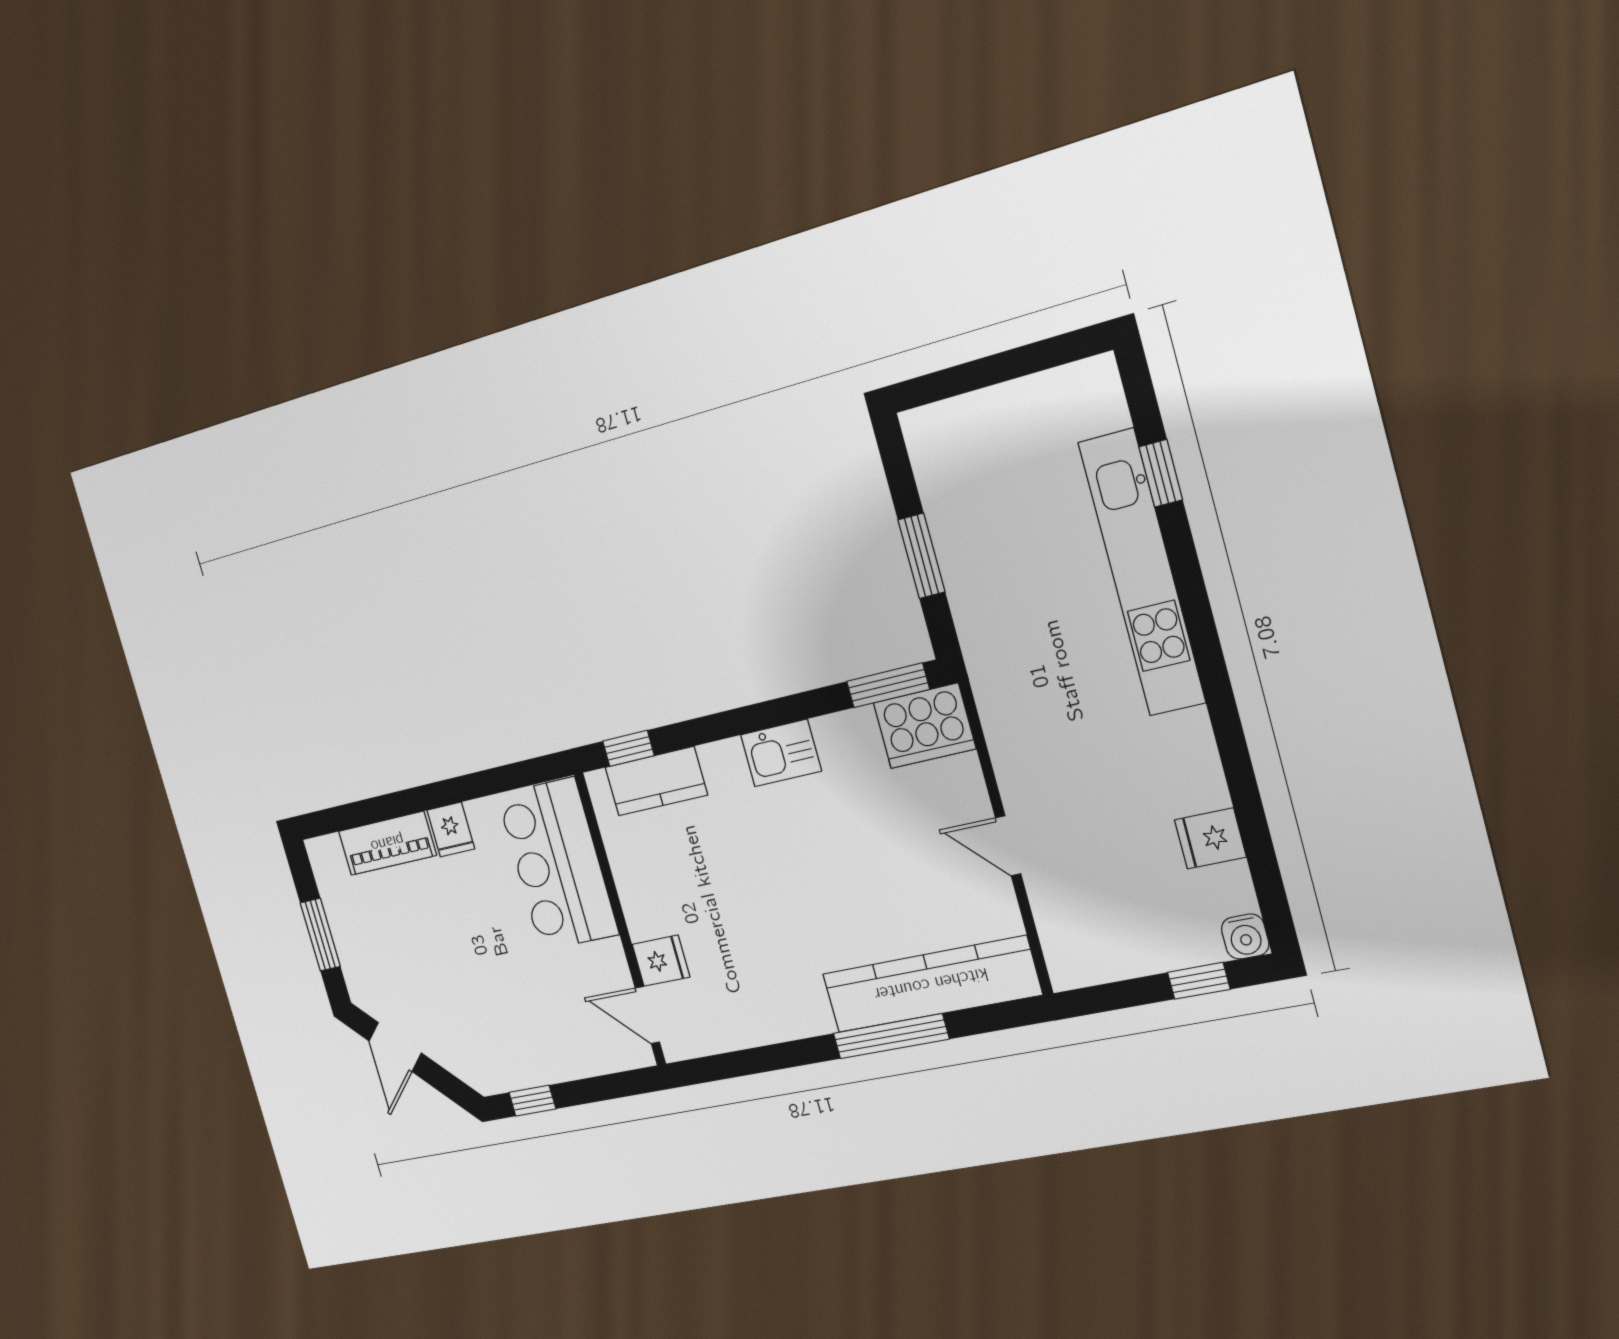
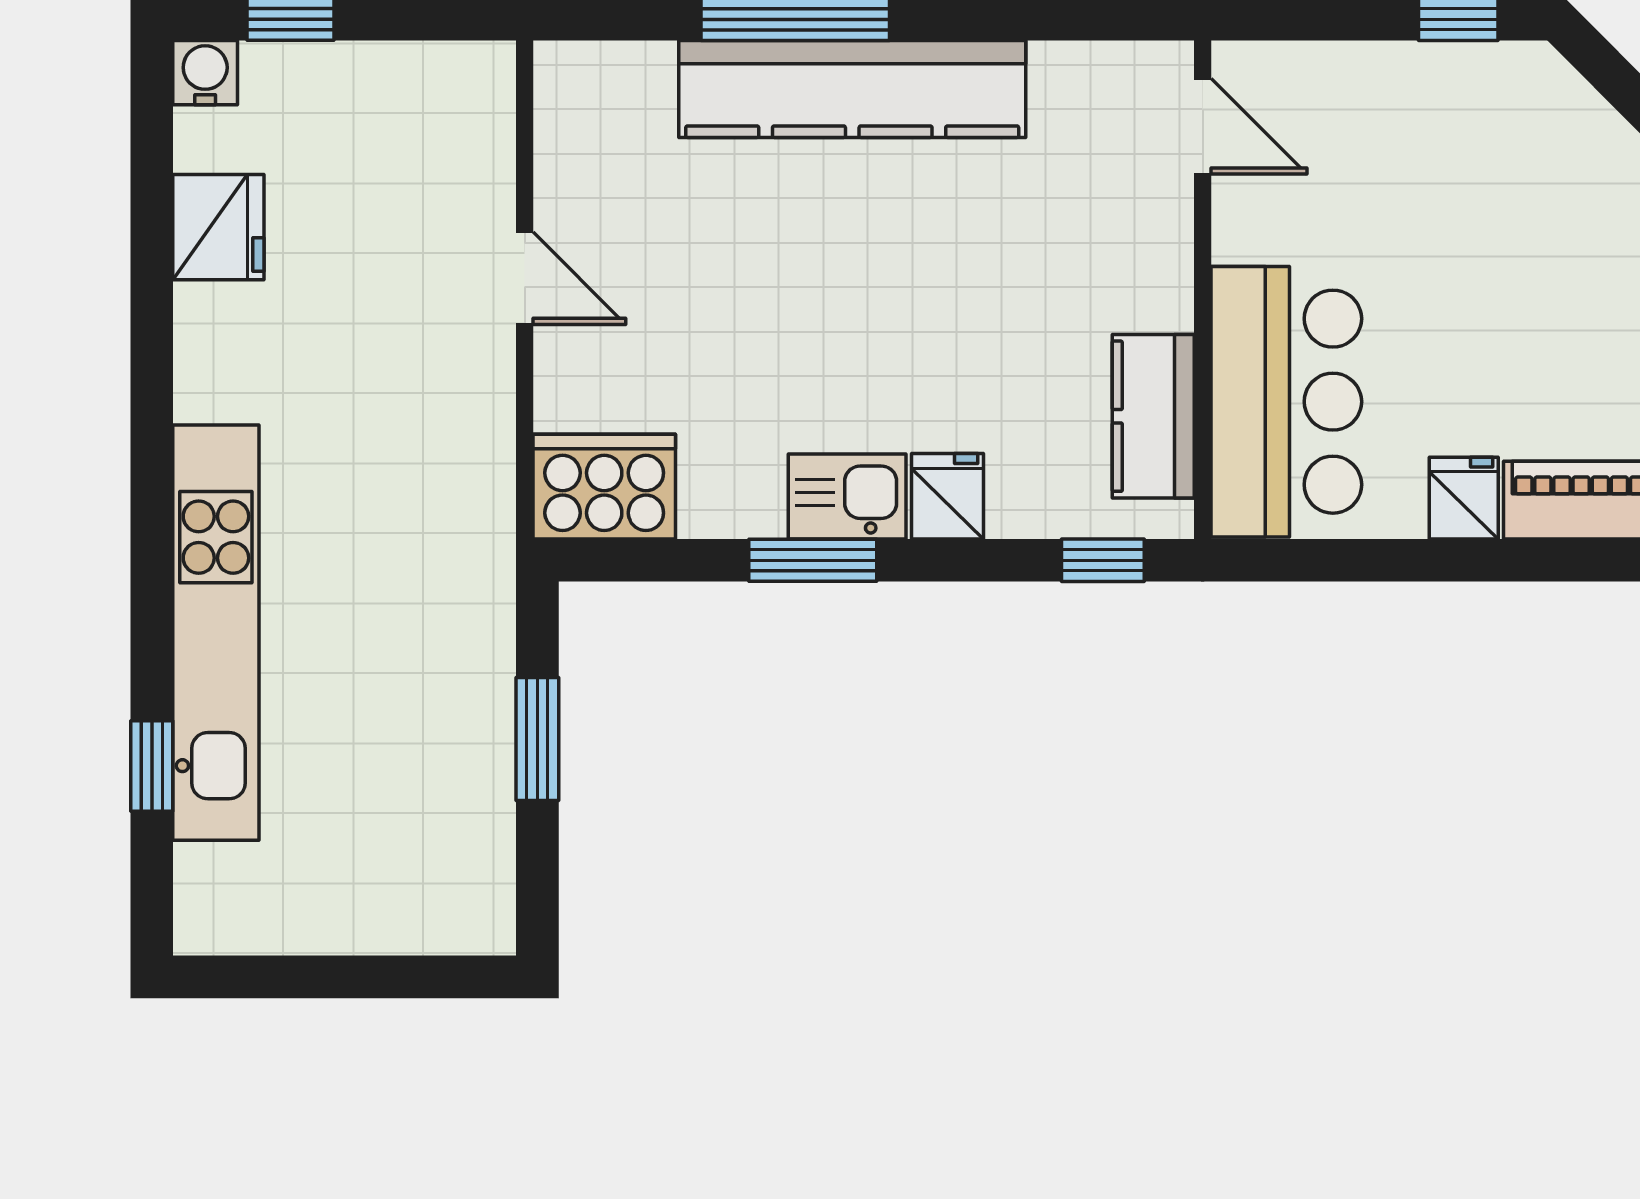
window: (888, 685) -> (813, 560), moved
kitchen counter: (656, 781) -> (1153, 416), moved, turned -90
fridge: (1210, 838) -> (218, 227), width x1.38
fridge: (661, 961) -> (947, 496), moved, turned 90
kitchen counter: (931, 984) -> (852, 89), moved

